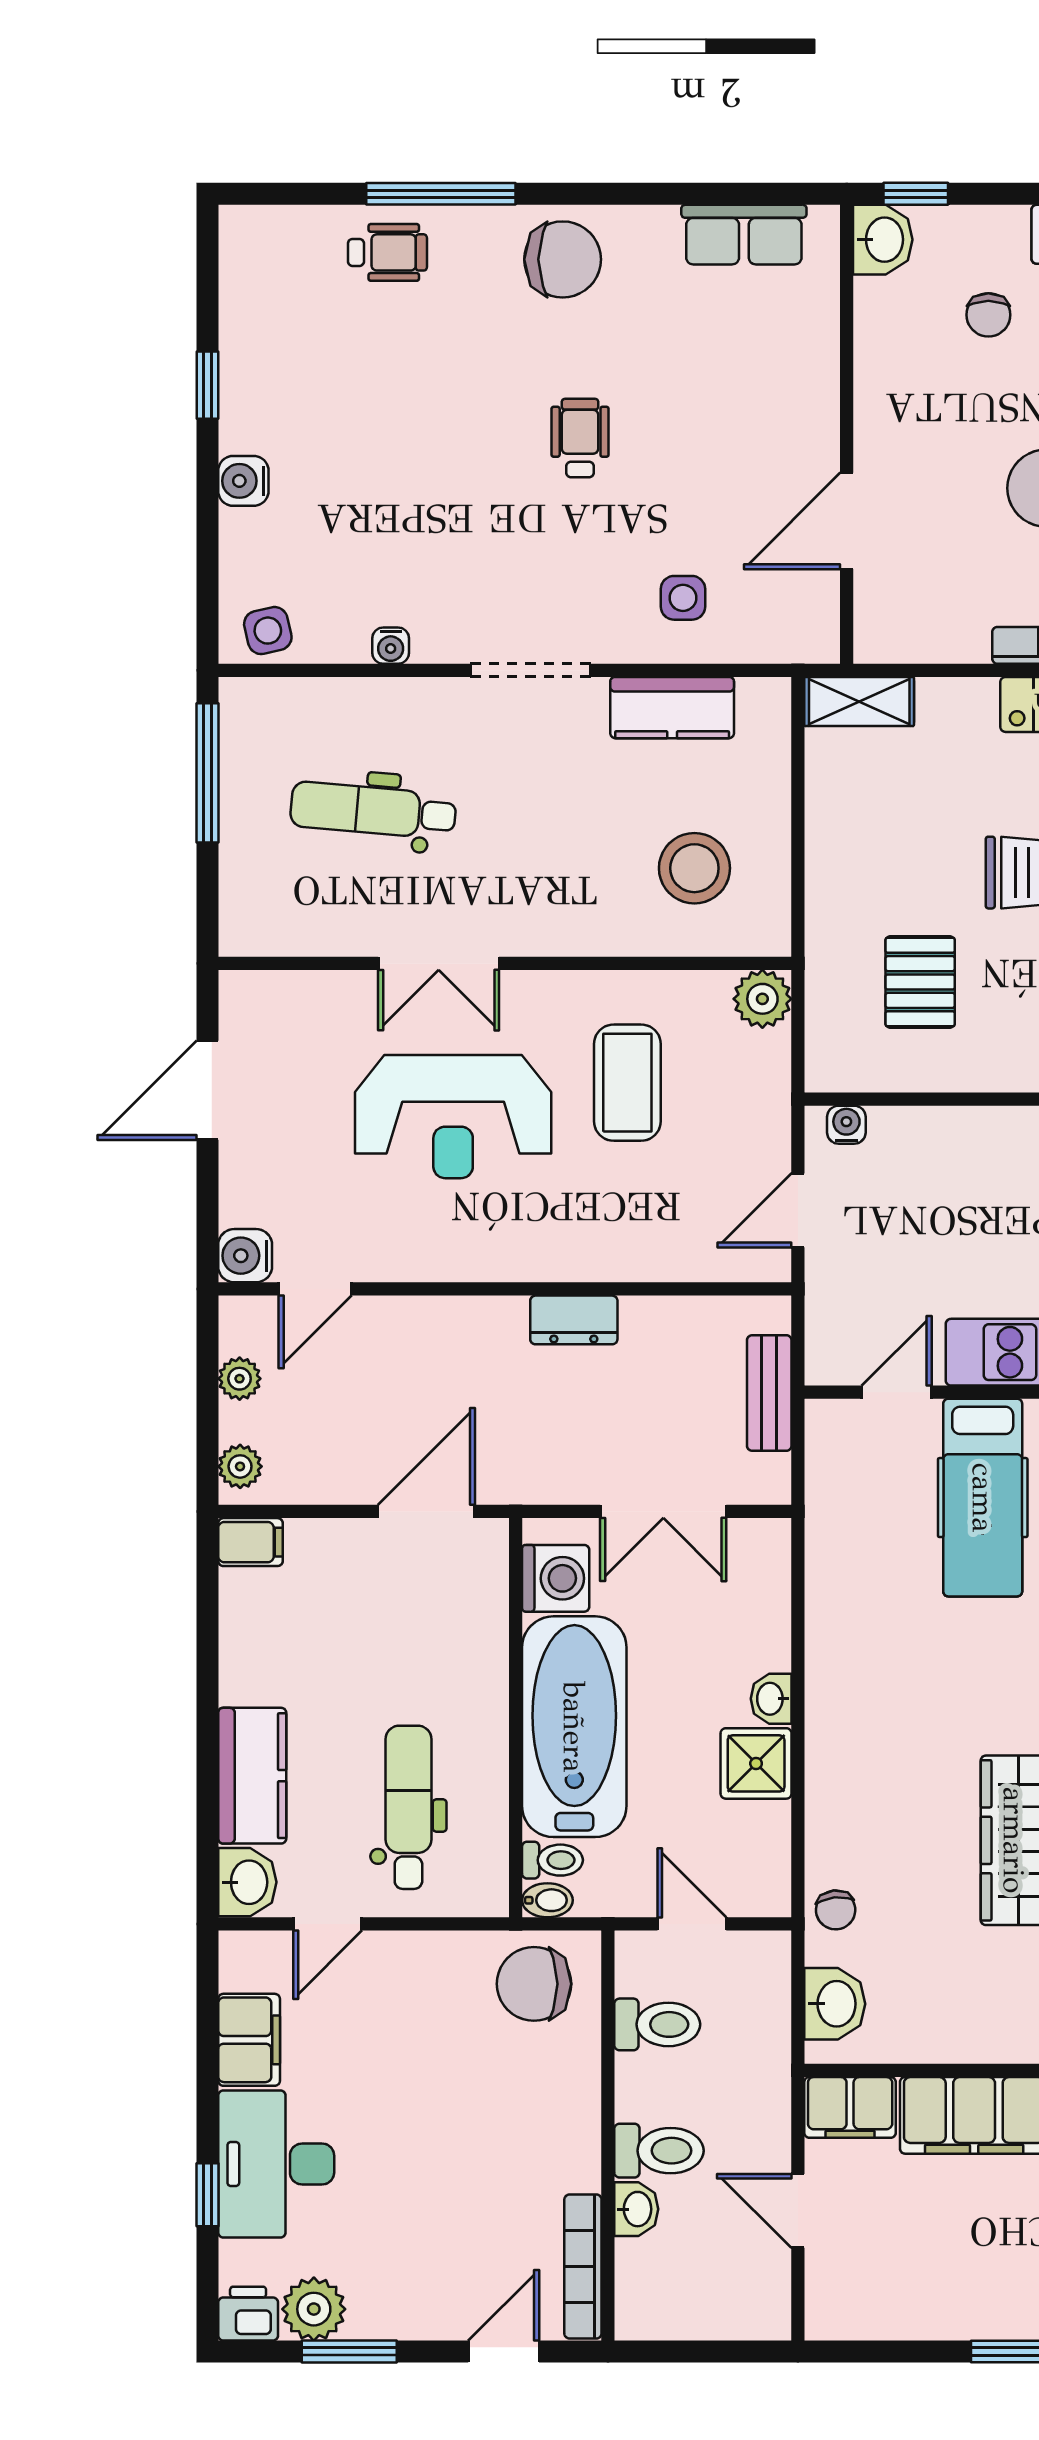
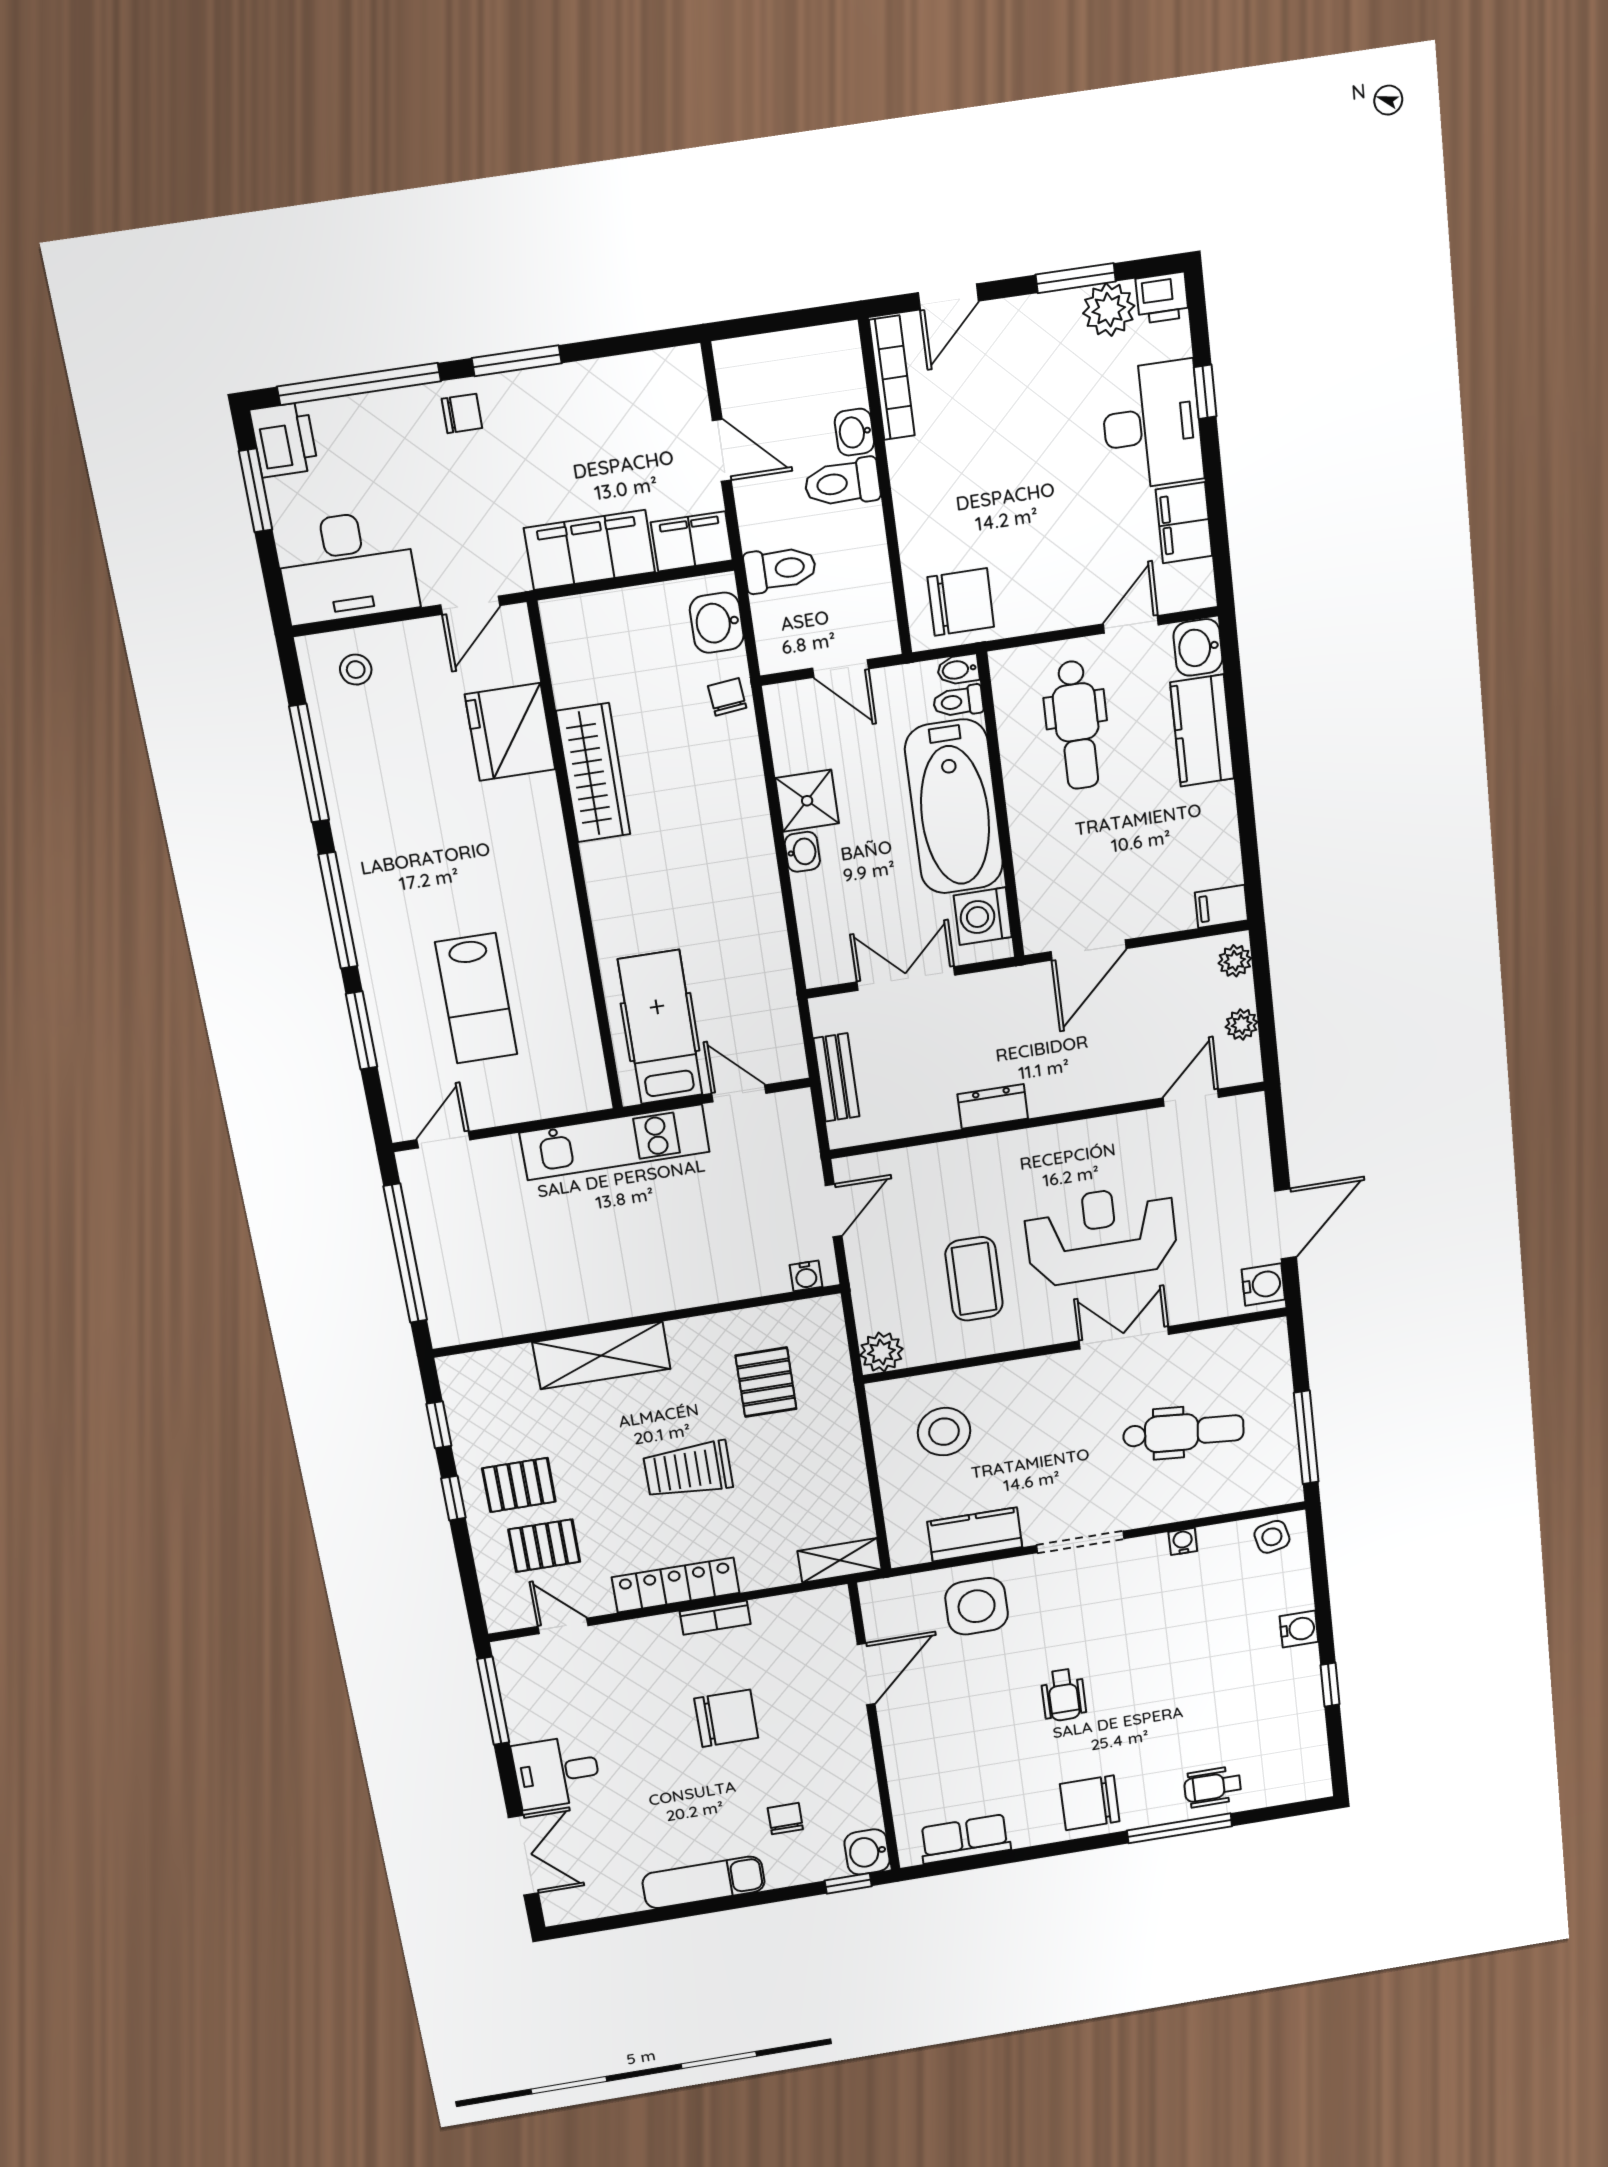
side table: (683, 598) -> (977, 1606), width x1.87, depth x1.87
water cooler: (245, 1256) -> (1263, 1284), moved
door: (897, 1392) -> (739, 1093), swing flipped
toilet: (657, 2024) -> (780, 569), moved, turned 180

